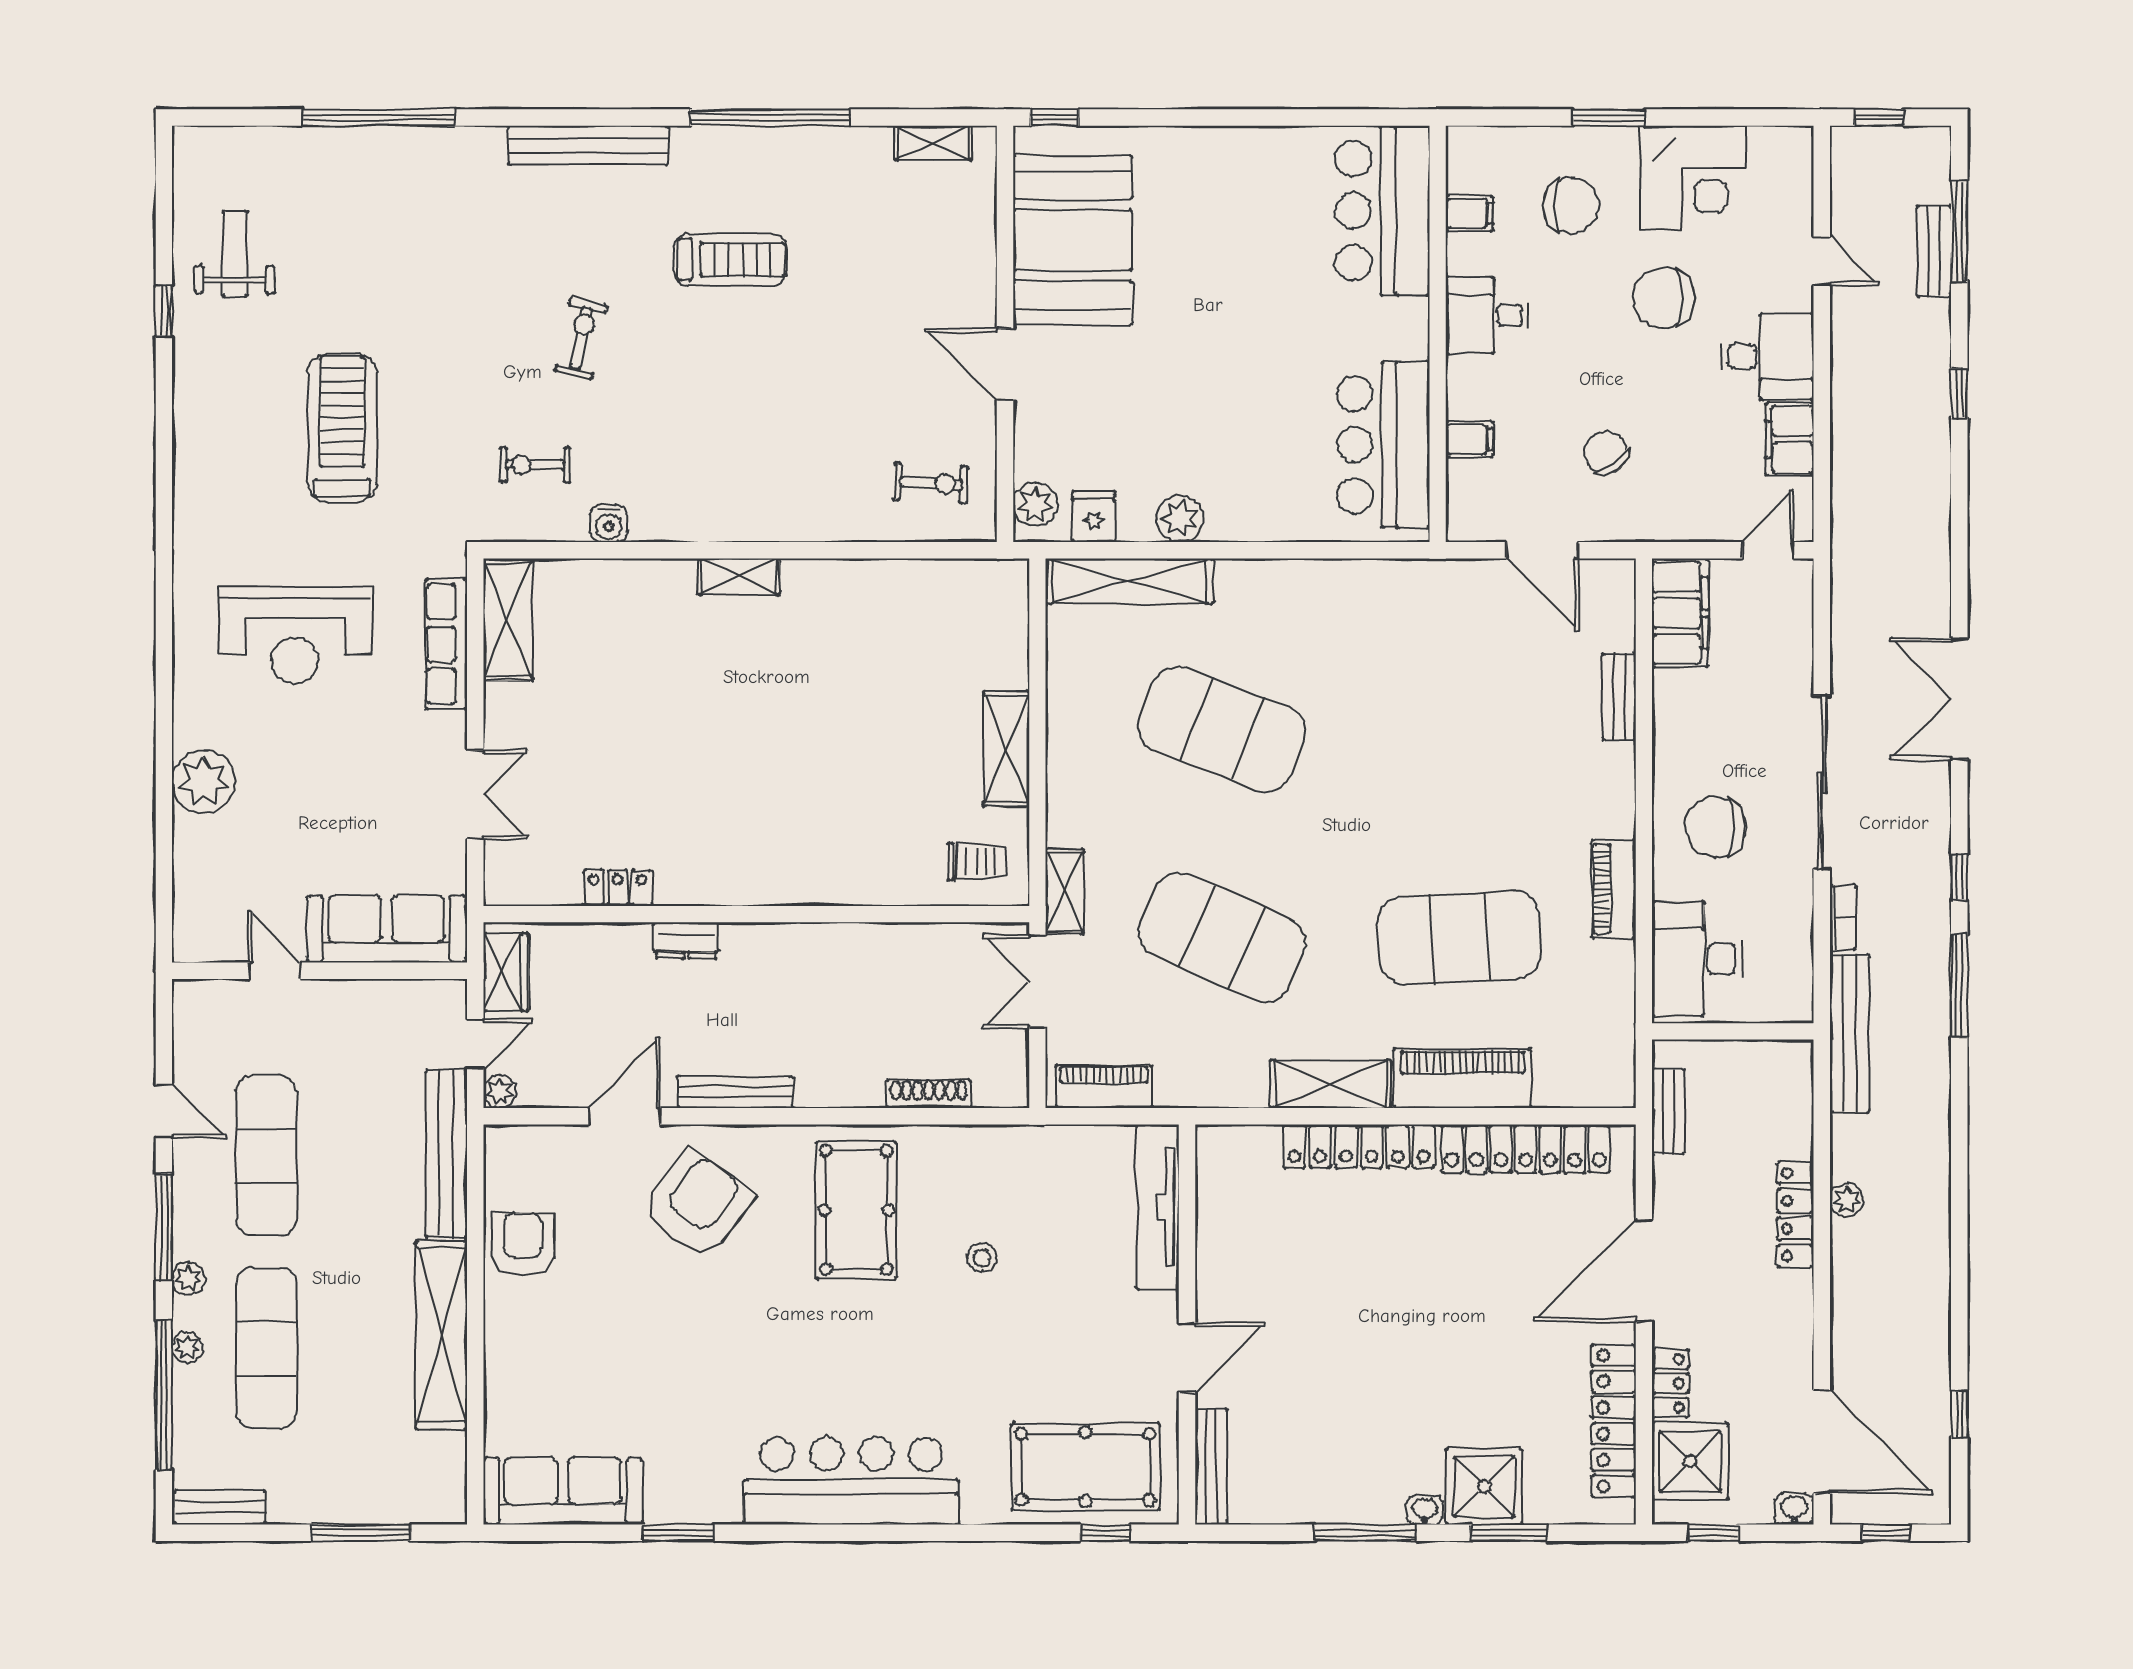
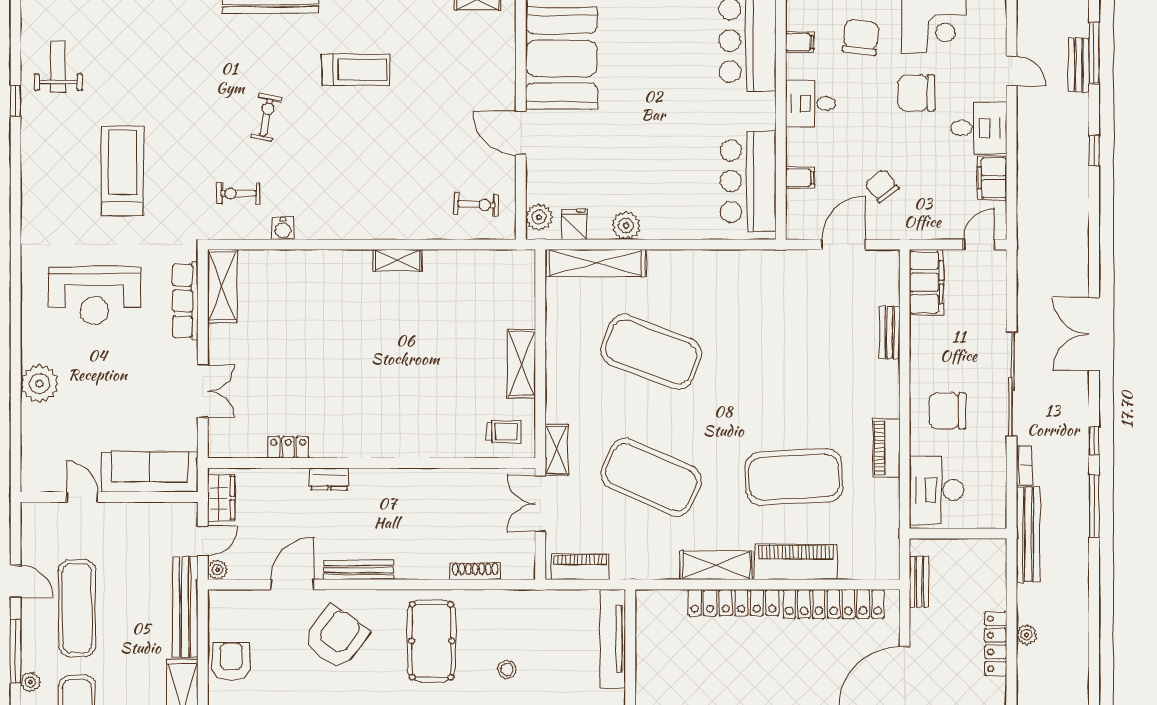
chair: (1571, 206) -> (861, 38), turned -83
door: (1542, 550) -> (844, 244), swing flipped
shelving: (739, 576) -> (398, 260), moved

